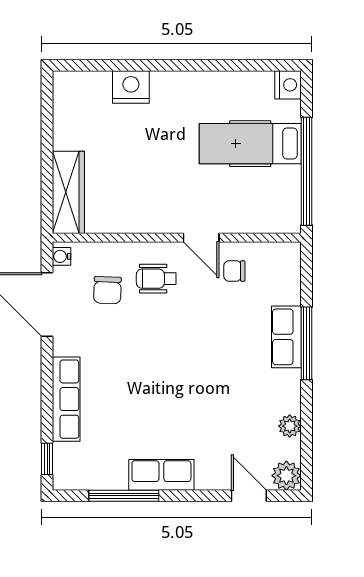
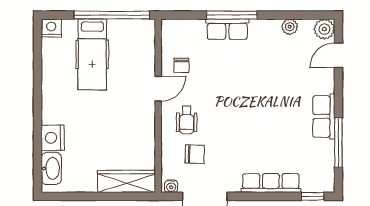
washbasin: (87, 85) -> (51, 168), added

